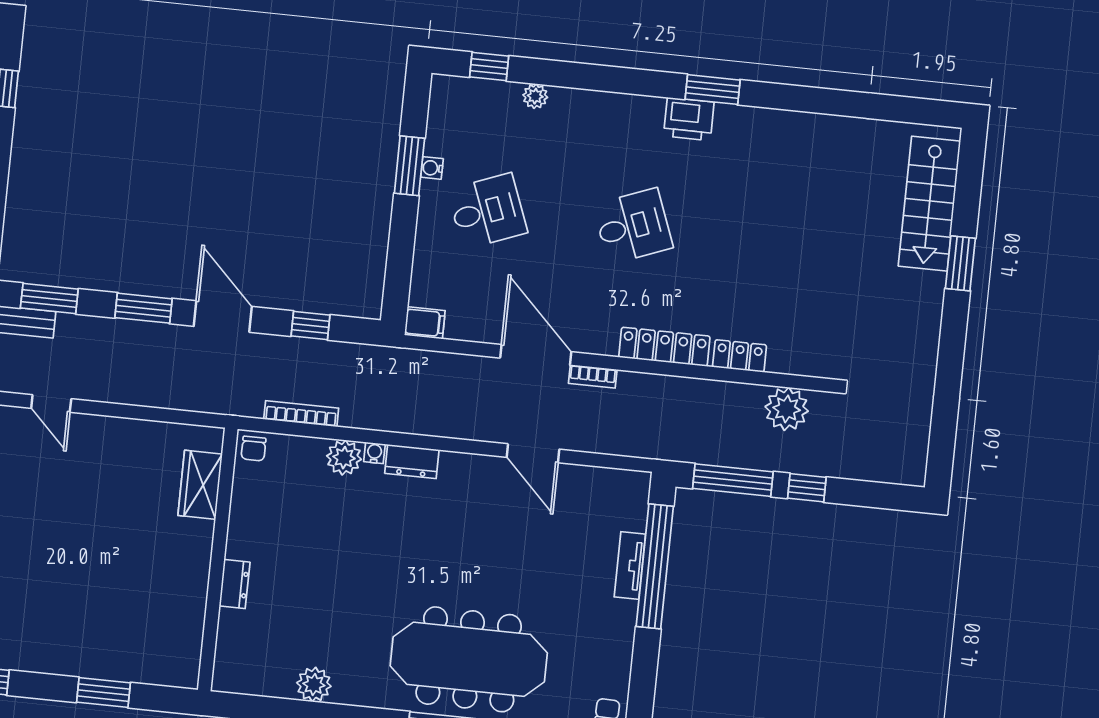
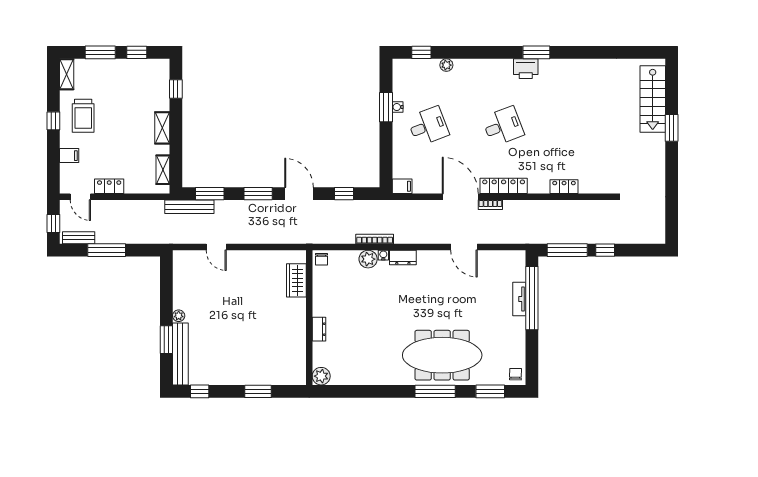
locker: (664, 347) -> (504, 186), moved
plant: (787, 409) -> (591, 211), removed
bookcase: (301, 414) -> (375, 239), moved
plant: (314, 684) -> (321, 376), moved

